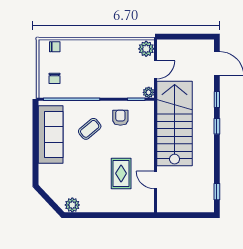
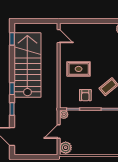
stairs: (175, 123) -> (27, 65), moved, turned 180
rug: (121, 173) -> (79, 69), moved, turned 90
door: (155, 180) -> (59, 36), moved

